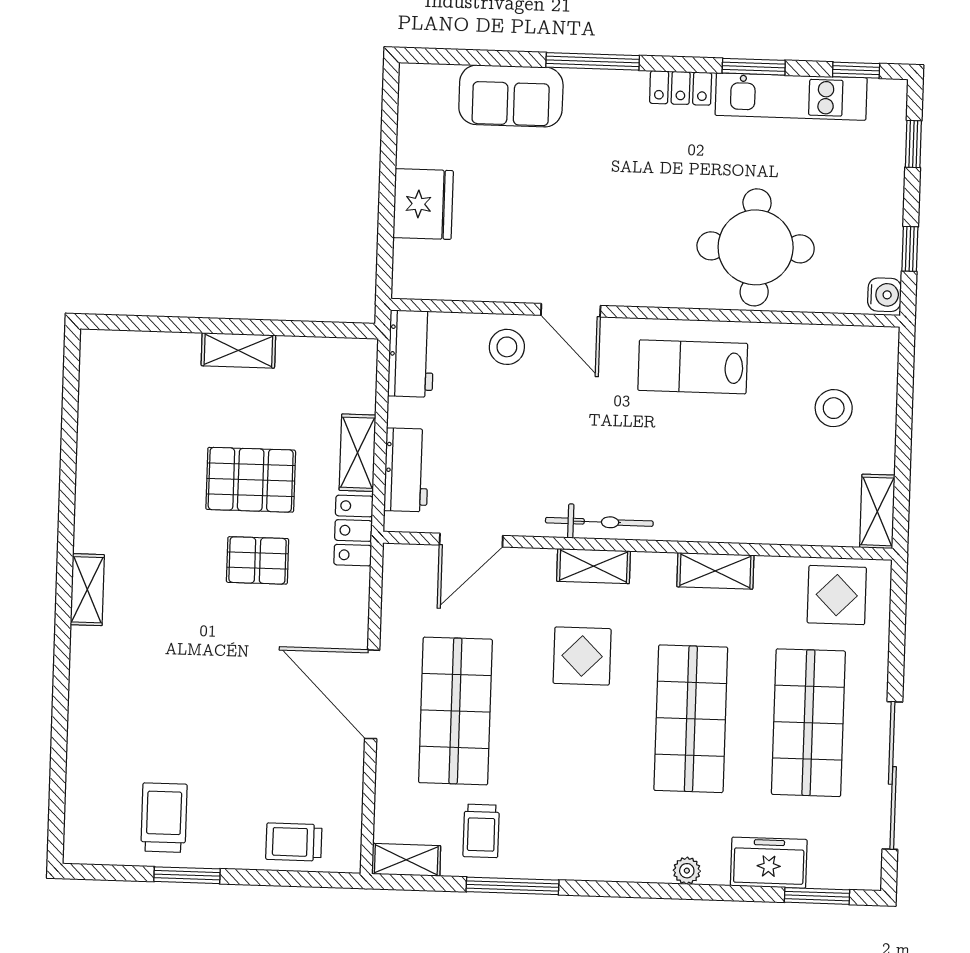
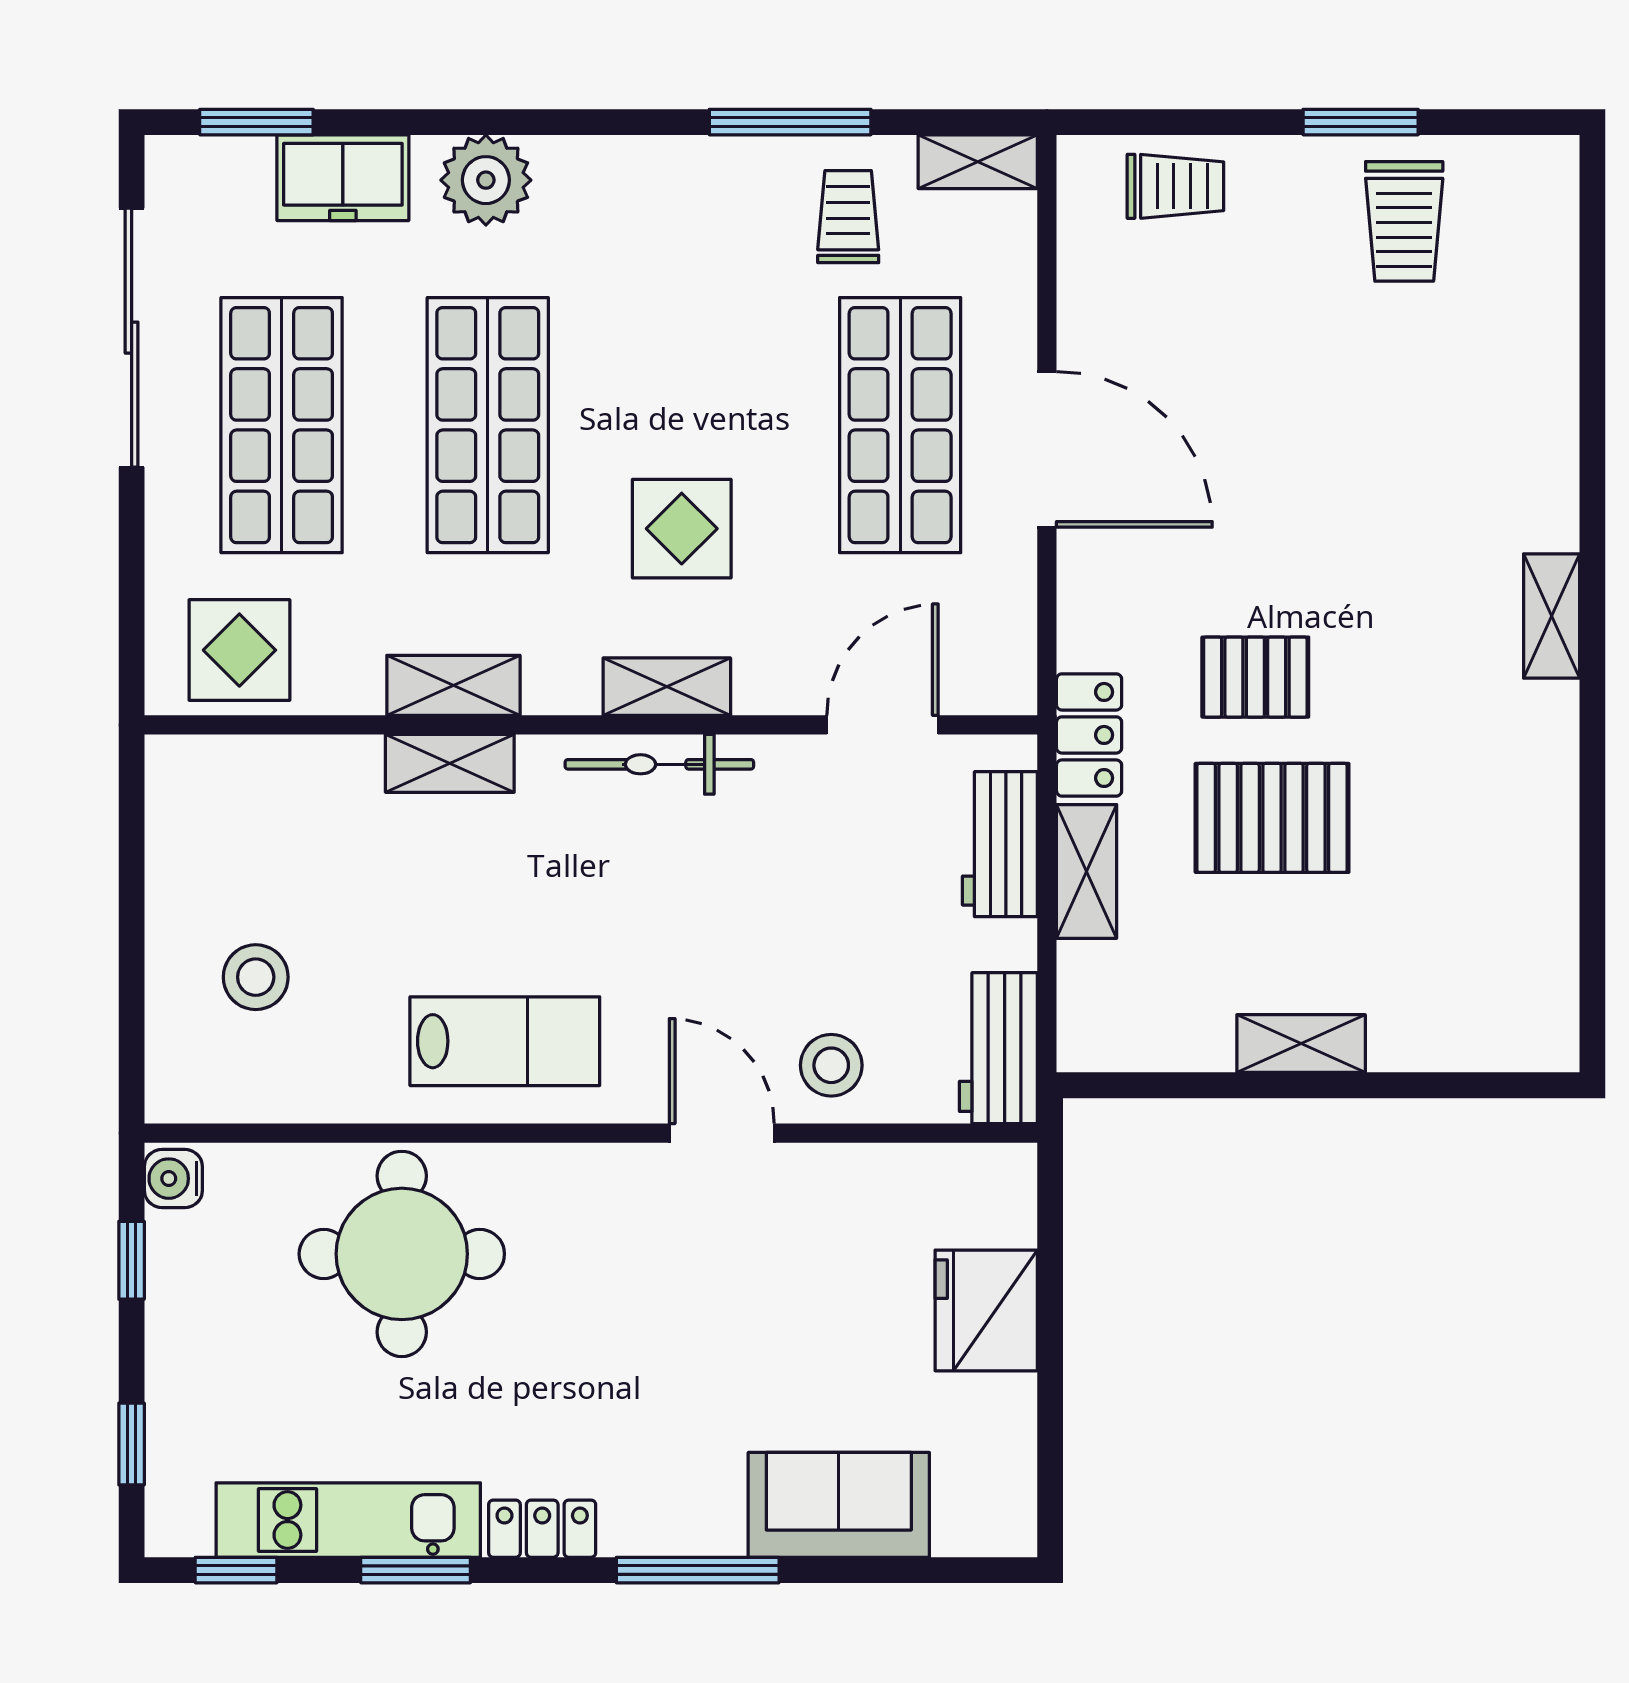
shelving: (877, 511) -> (450, 763), moved, turned 90
plant: (687, 871) -> (486, 180), width x1.88, depth x1.88

